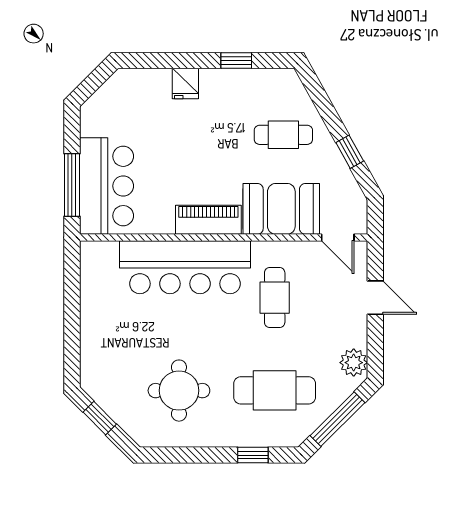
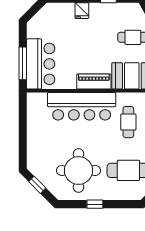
round table: (179, 391) -> (78, 170), width x1.36, depth x1.36
window: (253, 455) -> (95, 204), moved

